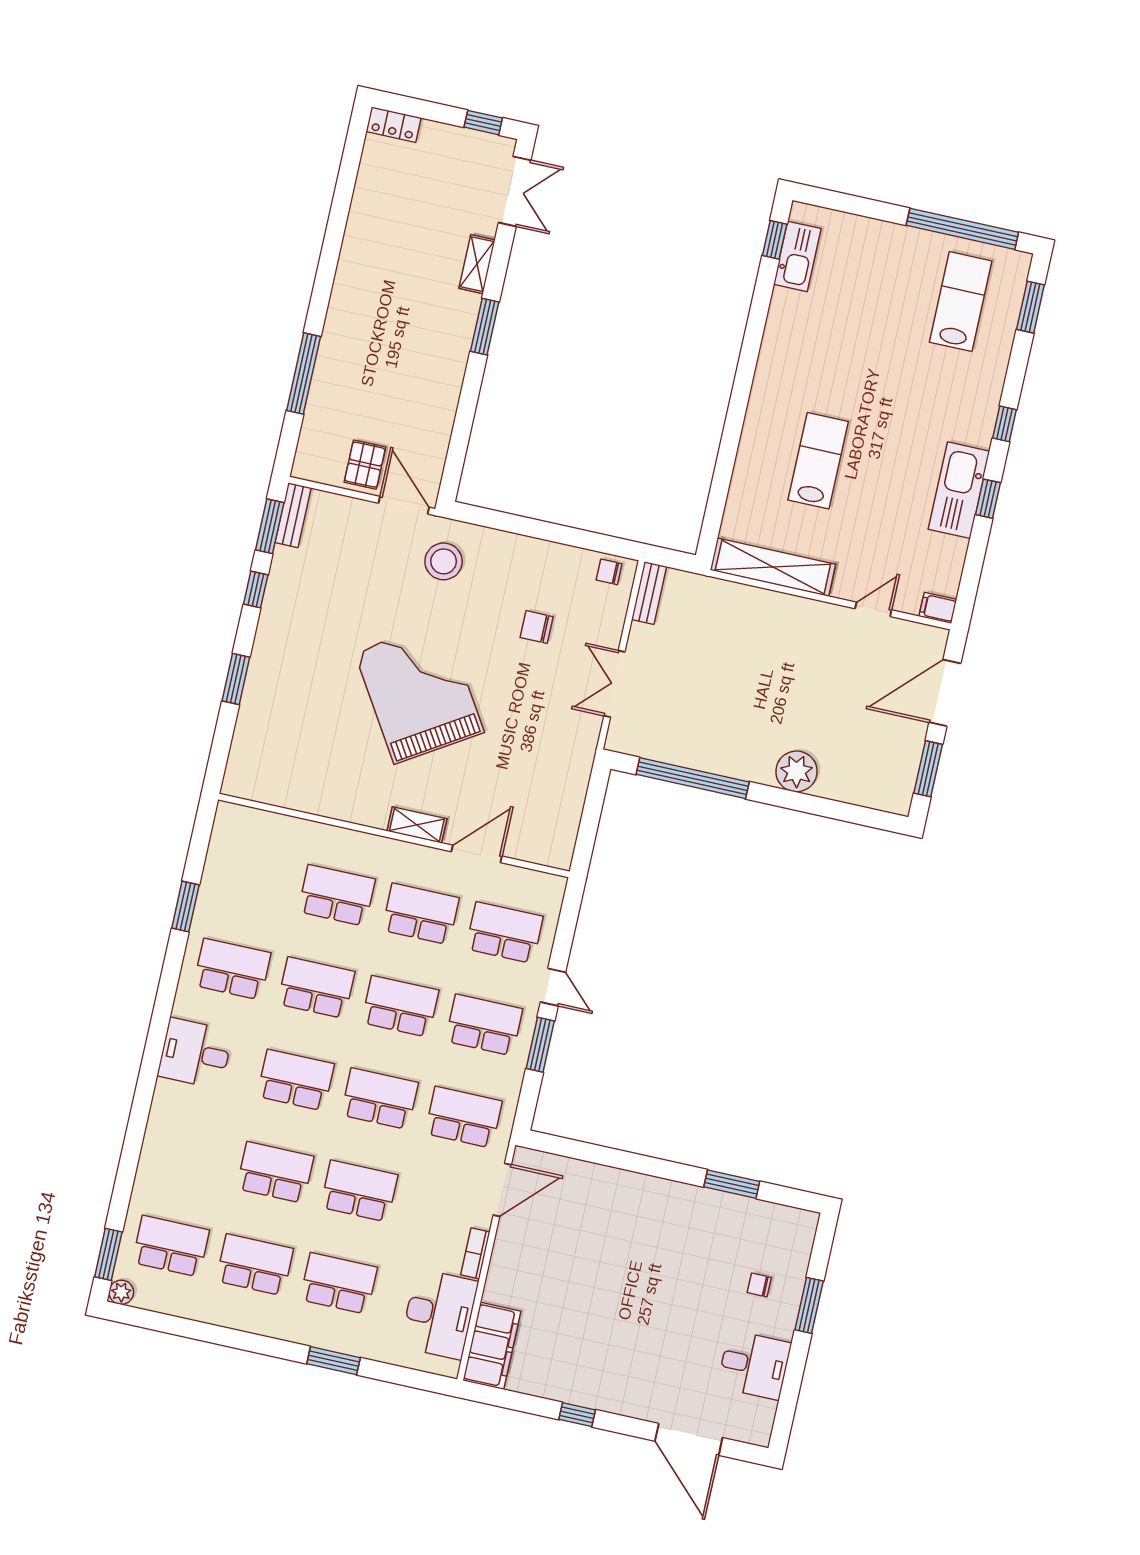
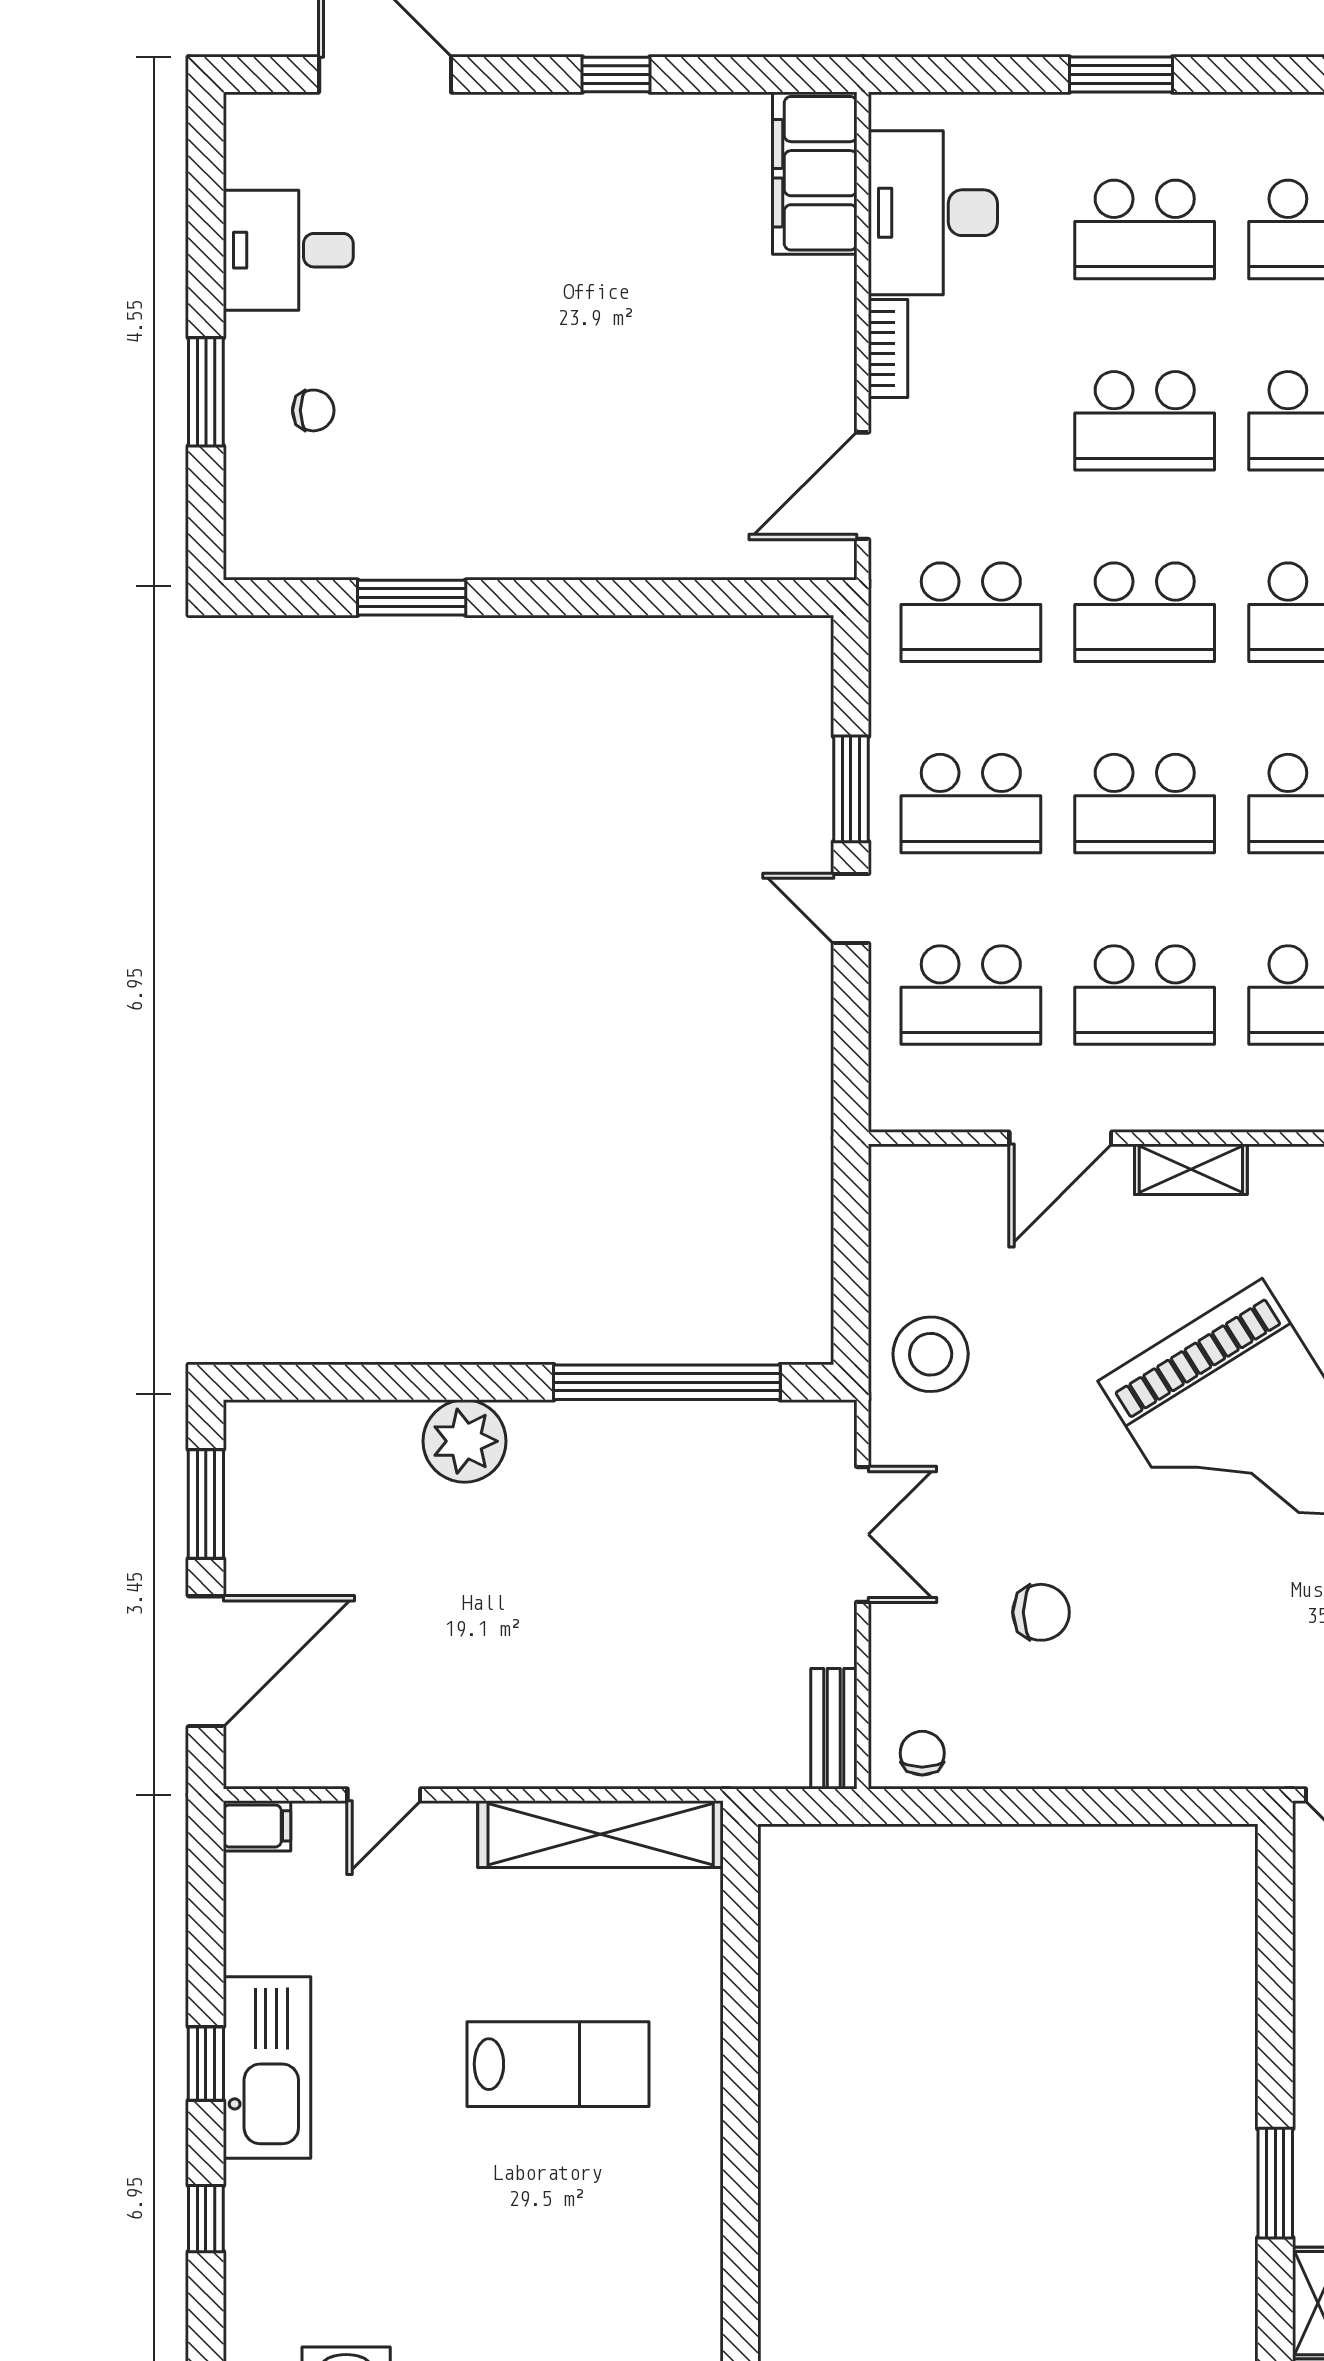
lab bench: (818, 461) -> (558, 2064), turned -90
stool: (444, 561) -> (931, 1354), moved
chair: (609, 572) -> (922, 1753), turned -90

